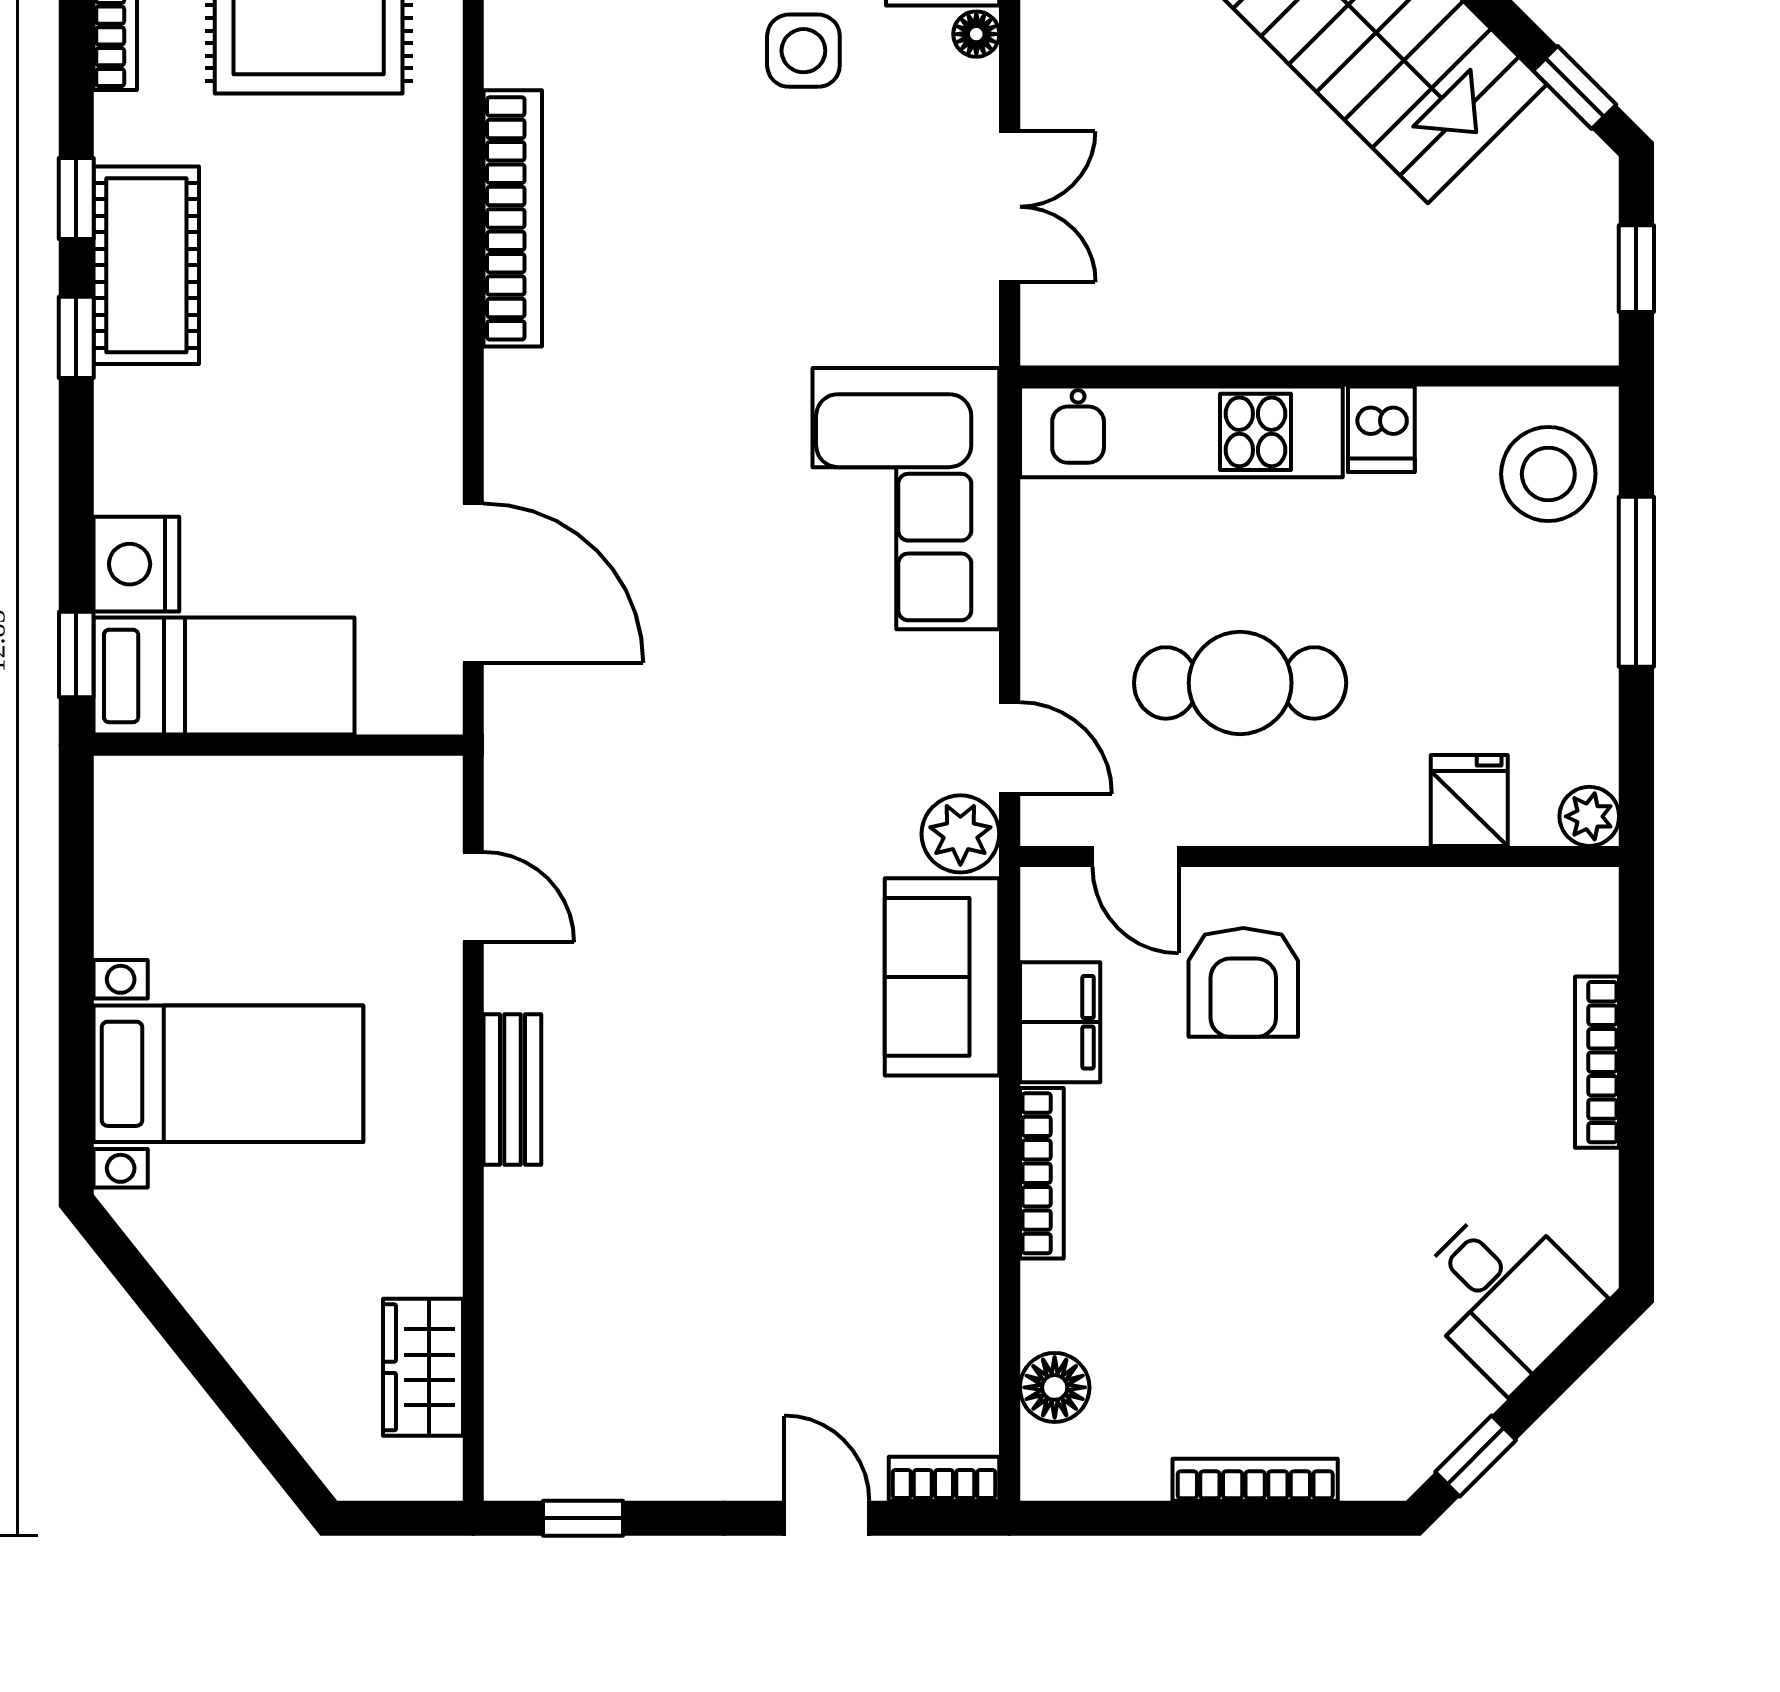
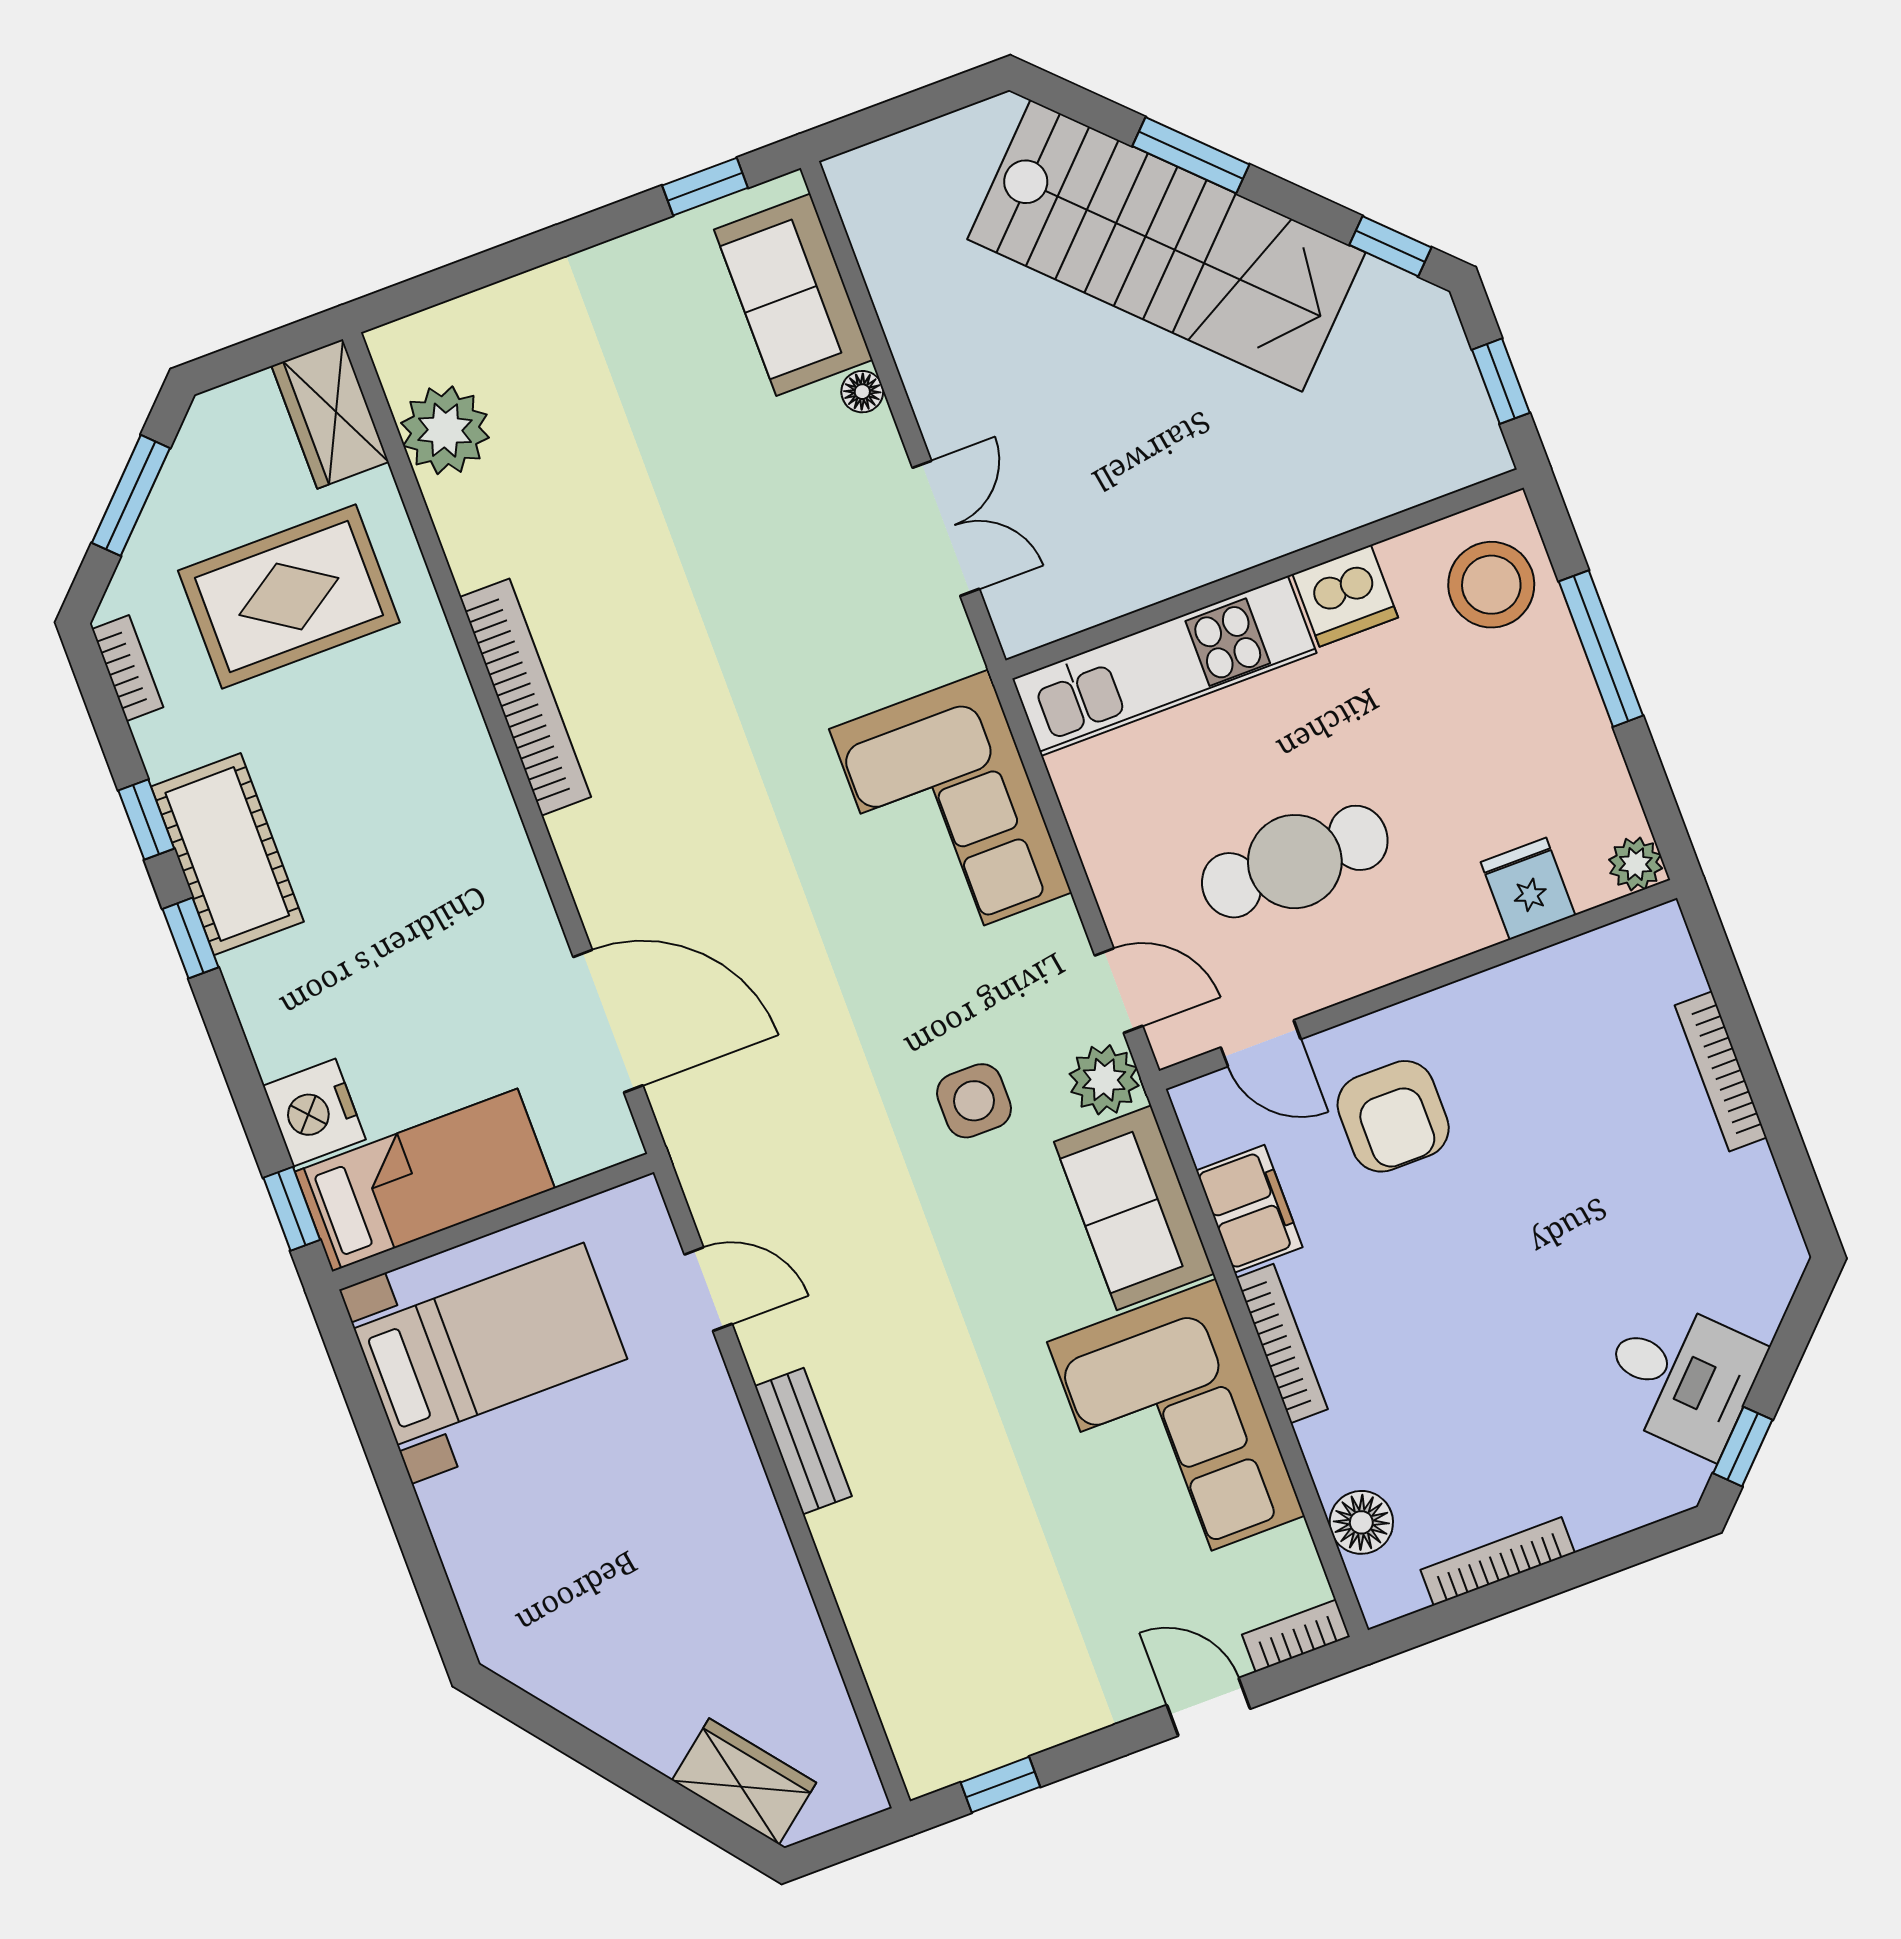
side table: (803, 51) -> (974, 1101), moved
dishwasher: (1381, 429) -> (1345, 596), width x1.38
bed with nightstands: (228, 1074) -> (490, 1344), moved
corner sofa: (900, 1220) -> (1176, 1429), added
desk: (1505, 1295) -> (1681, 1377), moved
wardrobe: (423, 1367) -> (744, 1781), moved, turned 142
bookcase: (1255, 1480) -> (1498, 1561), moved

